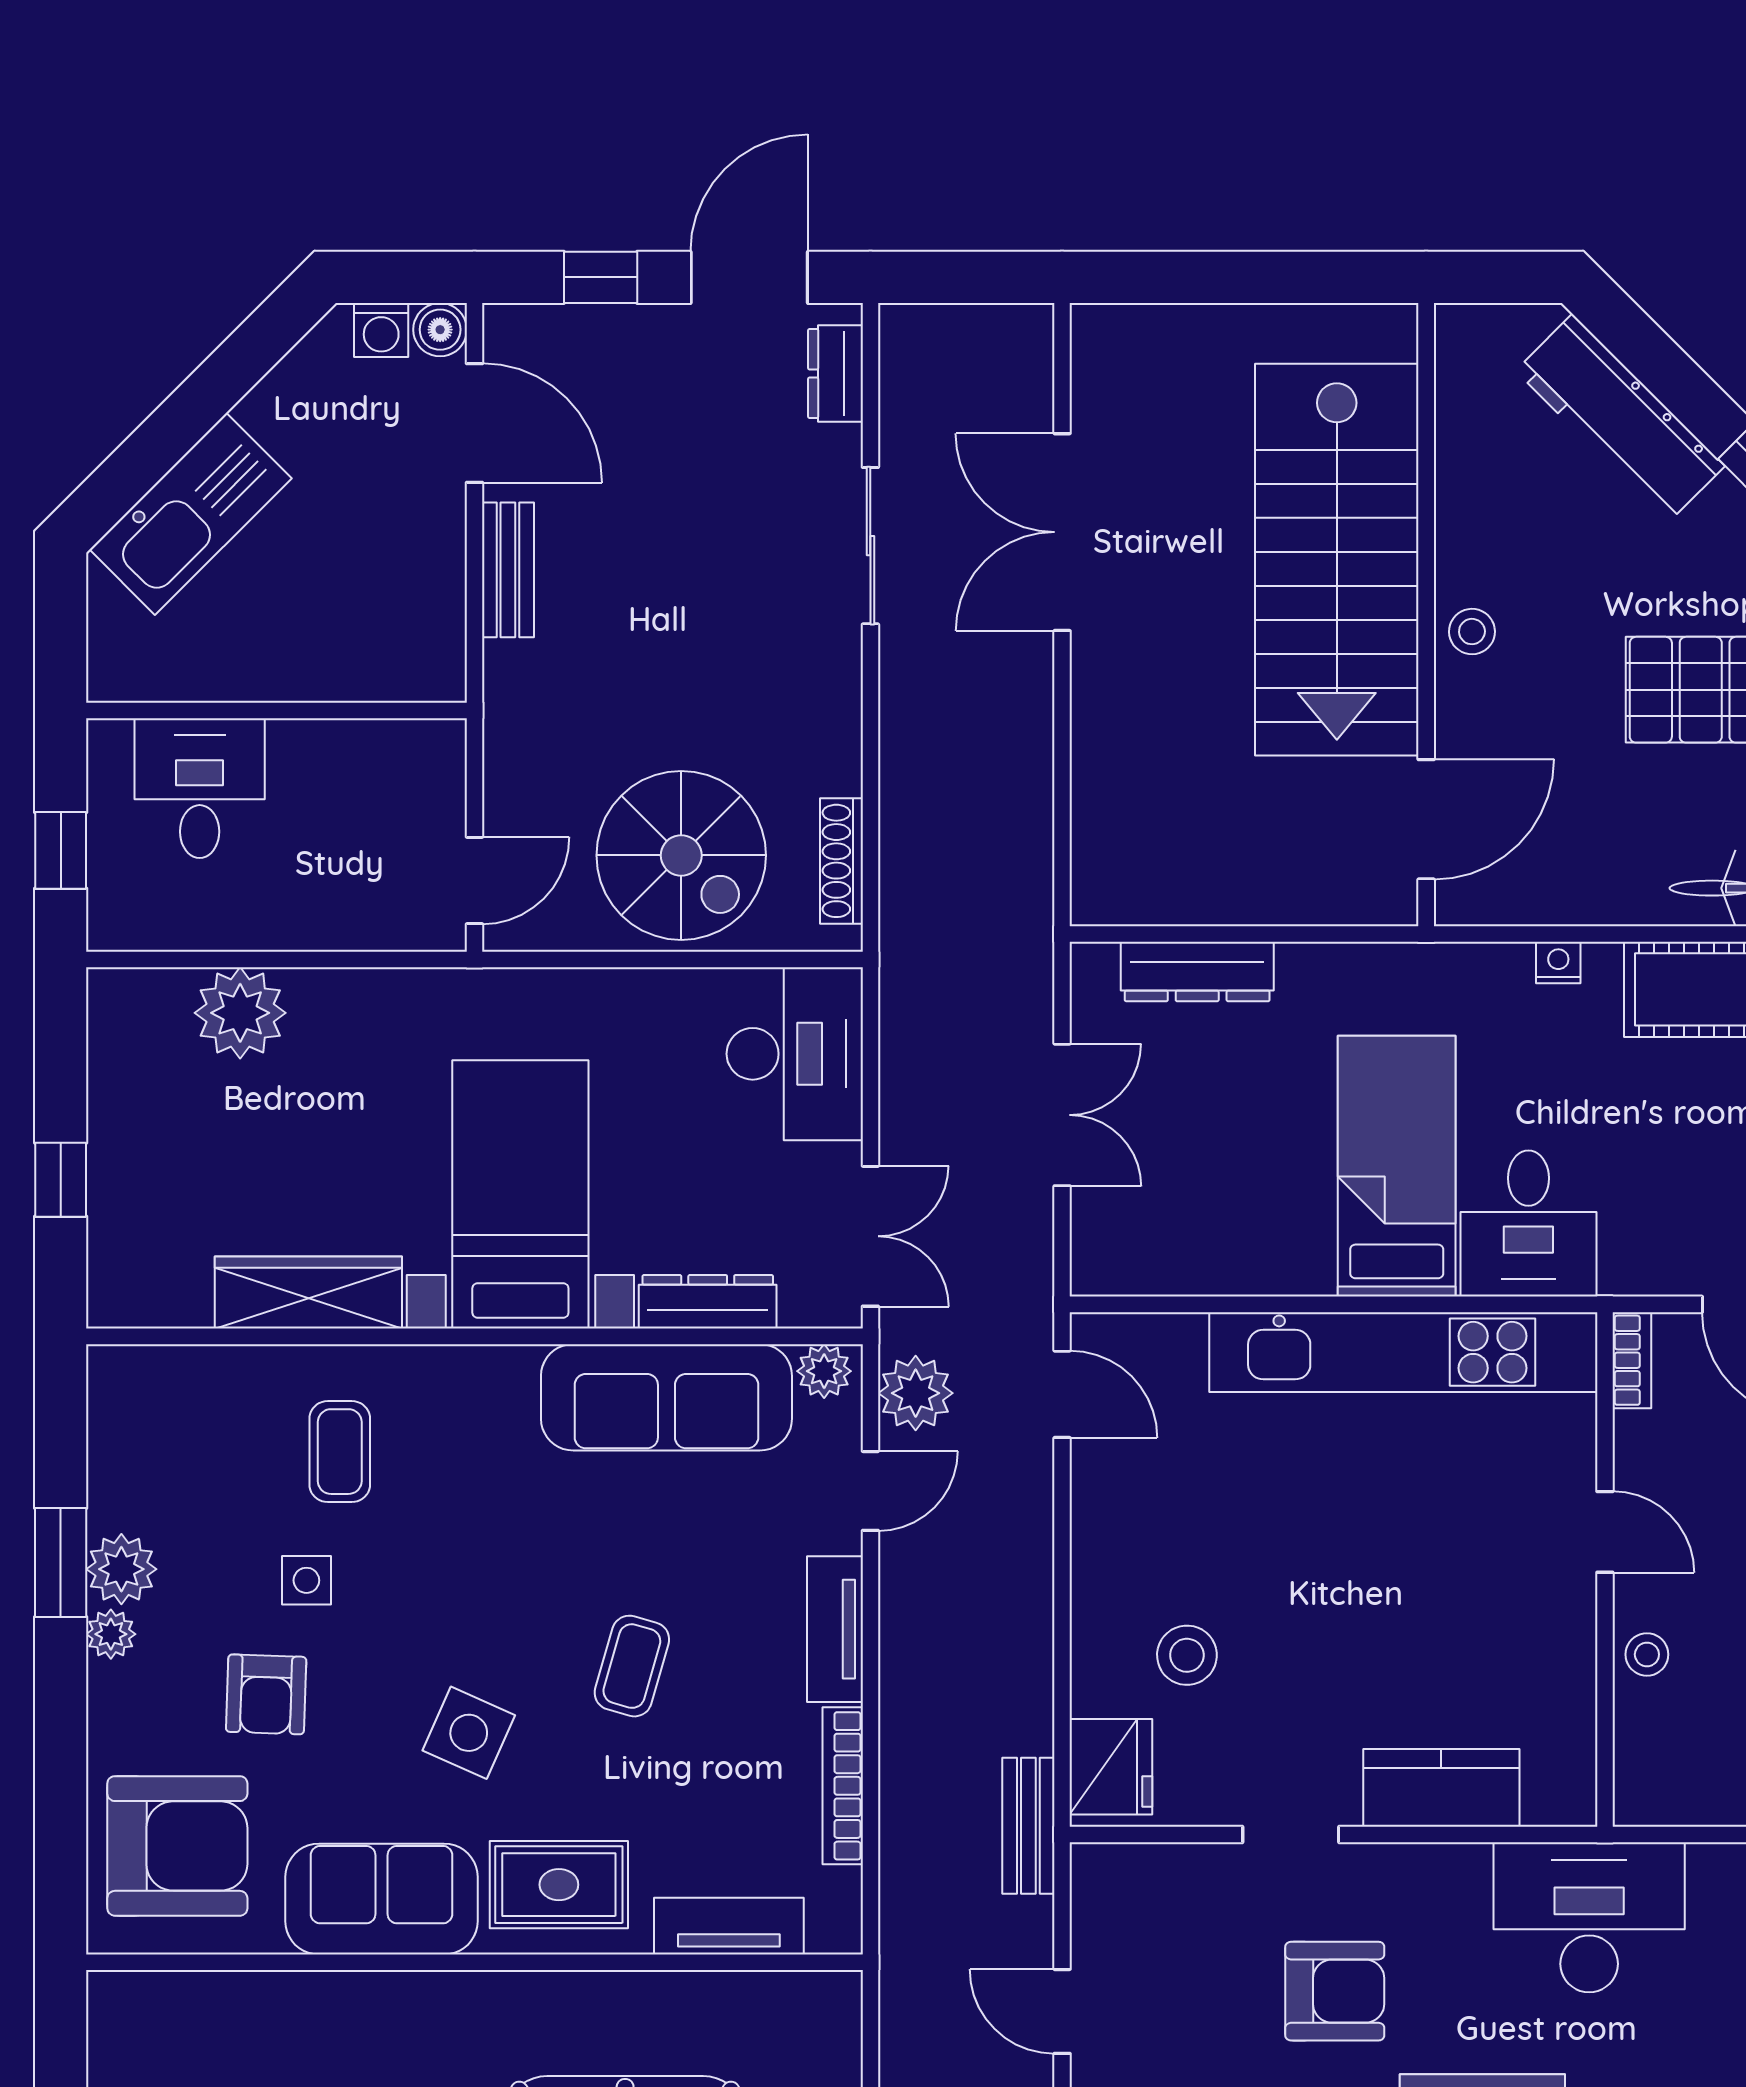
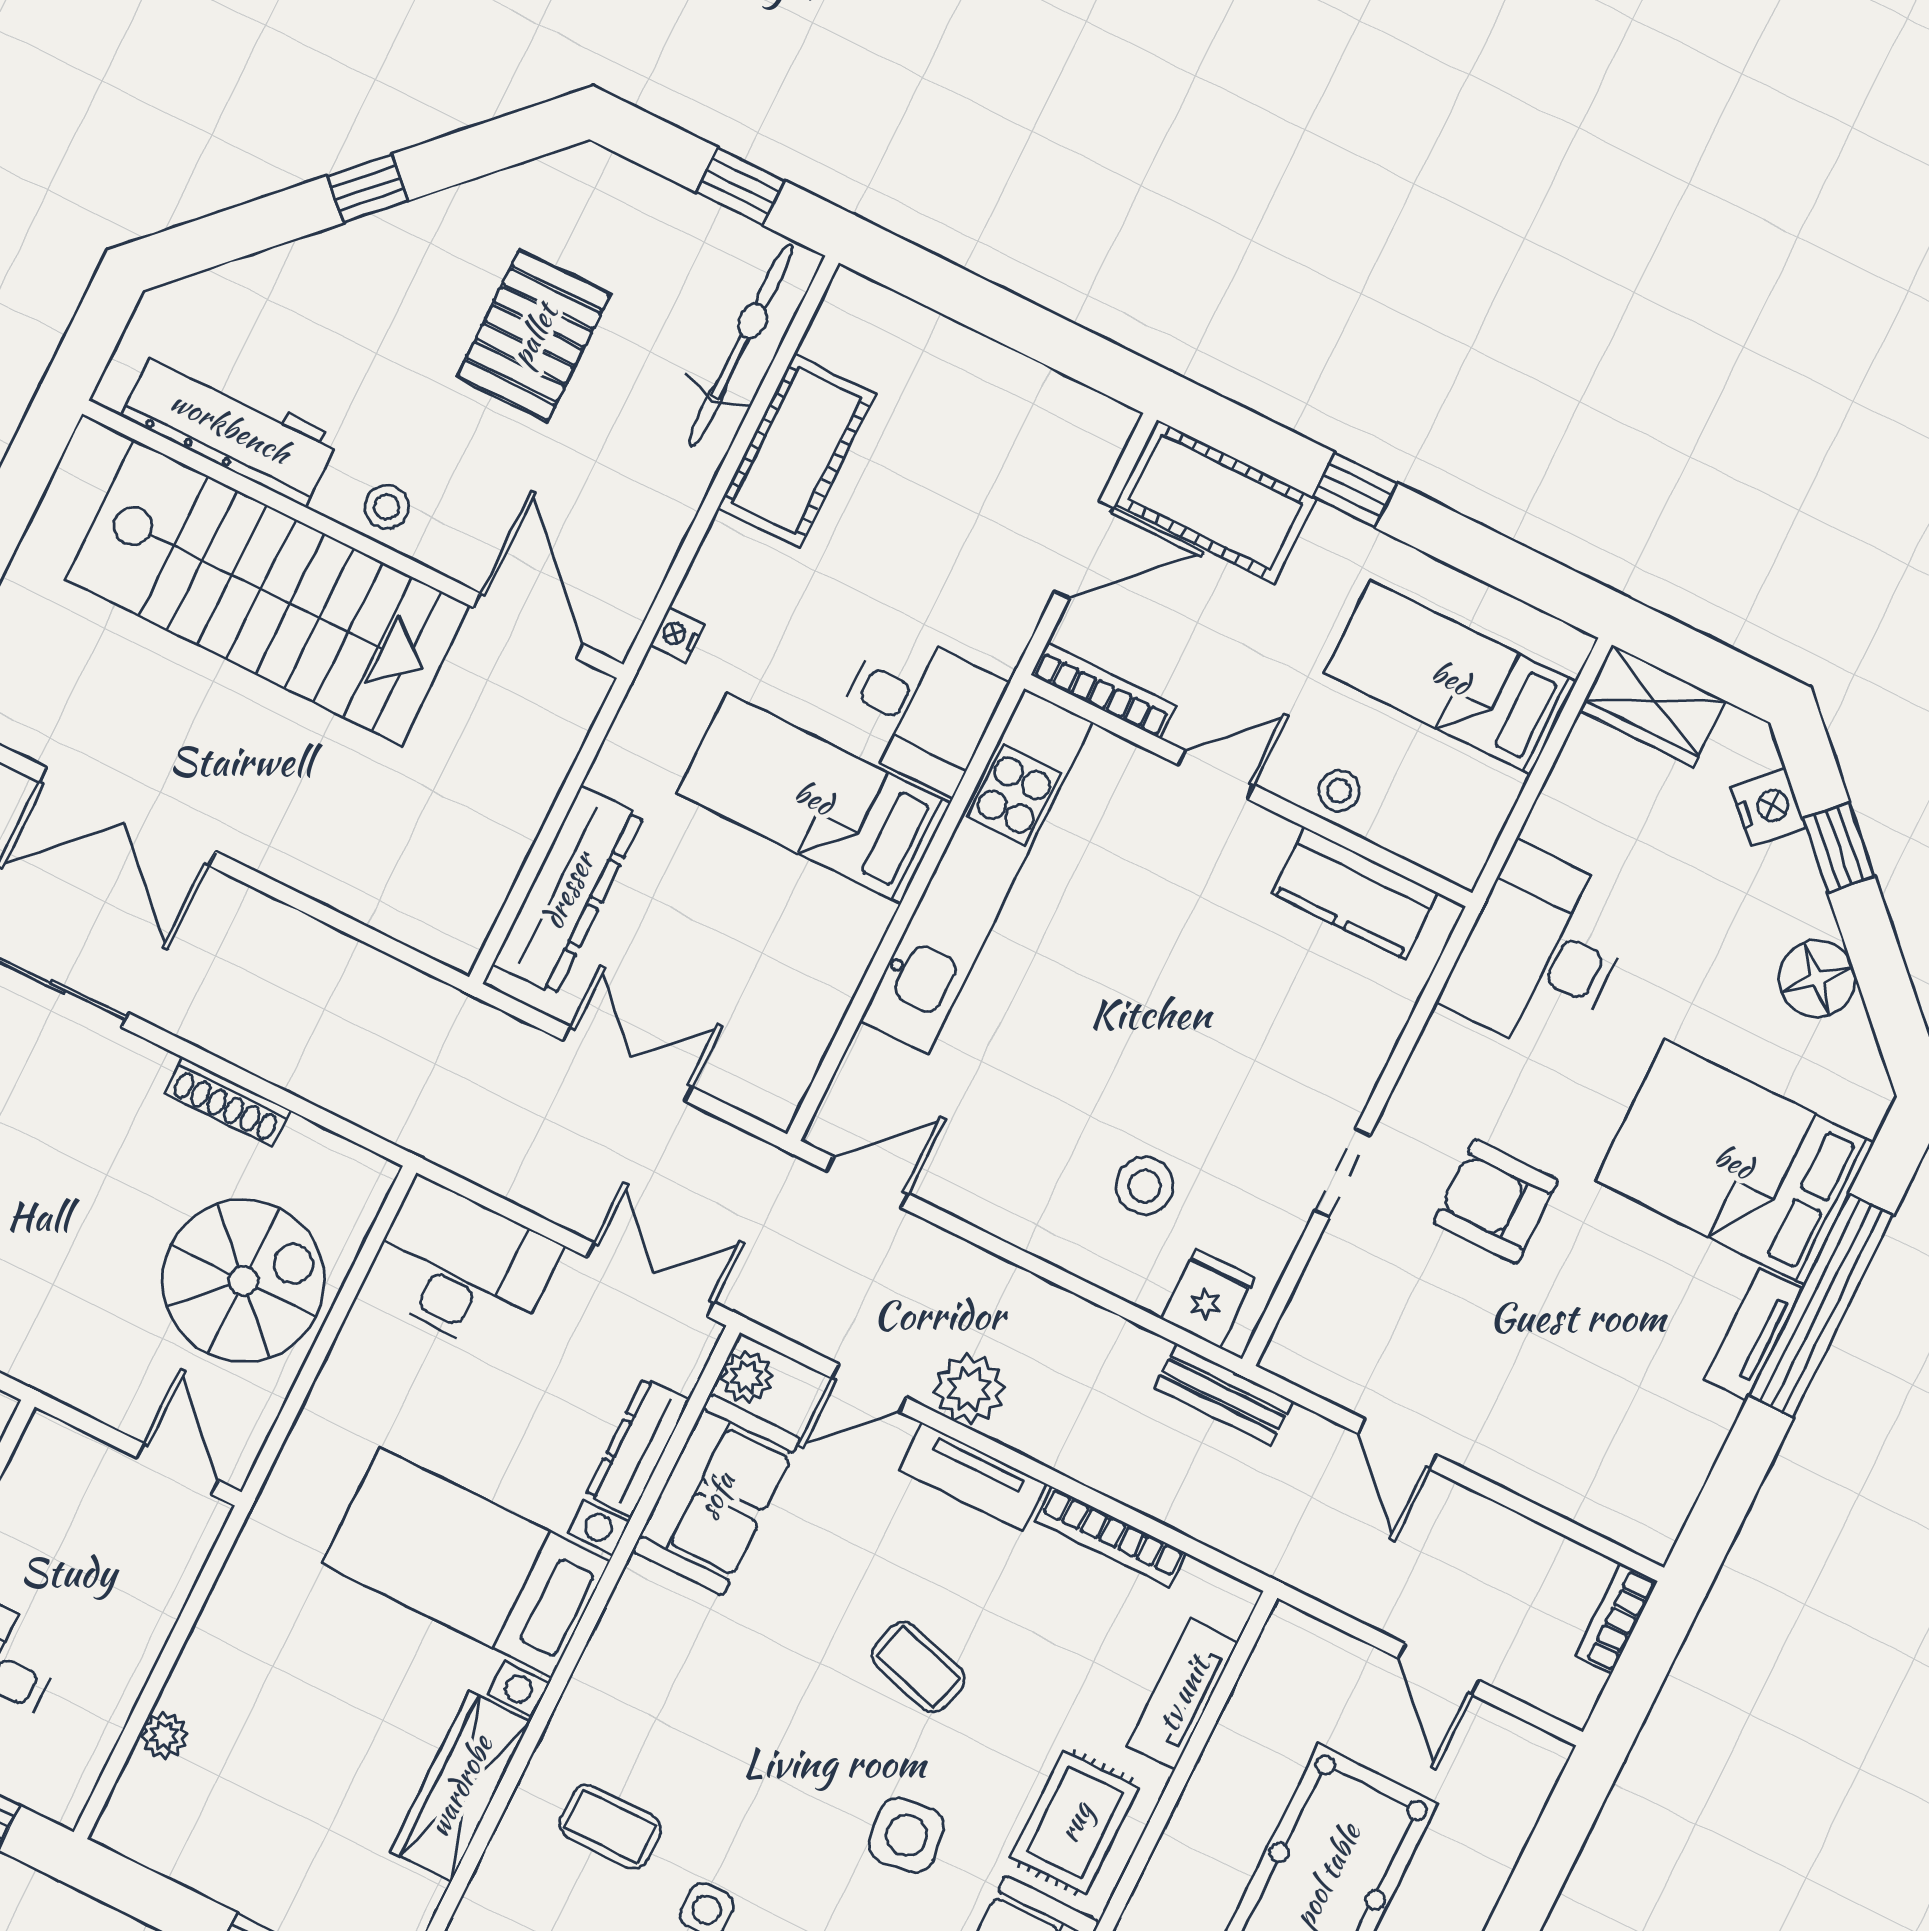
workbench: (1620, 418) -> (230, 427), moved, turned -135
shoe rack: (841, 861) -> (228, 1102), moved
nightstand: (1558, 963) -> (677, 635), moved
dresser: (1197, 972) -> (568, 890), width x1.37, depth x1.24
plant: (240, 1013) -> (164, 1735), width x0.53, depth x0.53
bookcase: (1632, 1360) -> (1103, 690), width x1.56
plant: (916, 1393) -> (969, 1389), moved
sofa: (666, 1397) -> (716, 1495), width x0.73
door: (870, 1491) -> (869, 1388), swing flipped
side table: (469, 1733) -> (906, 1835), turned -32
fridge: (1111, 1767) -> (1208, 1298), width x0.72
kitchen counter: (1441, 1788) -> (1355, 893), moved, turned -90
armchair: (1335, 1991) -> (1496, 1201), turned -90
door: (1062, 2011) -> (1397, 1444), hinge flipped

